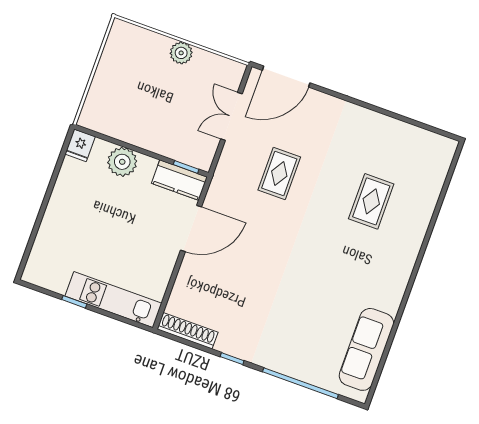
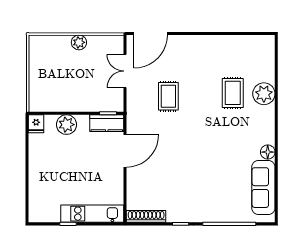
plant: (414, 218) -> (264, 94), added
floor lamp: (390, 302) -> (268, 152), added

